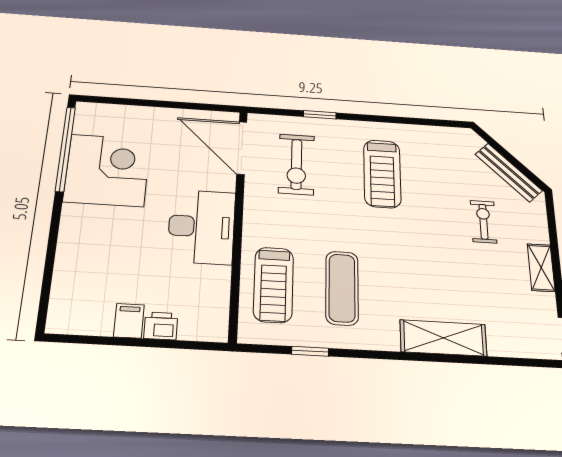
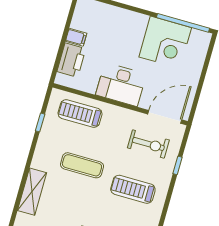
exercise bike: (296, 164) -> (148, 144), turned 180
exercise mat: (342, 288) -> (82, 165), moved
printer: (161, 326) -> (71, 60), width x1.87, depth x1.48

